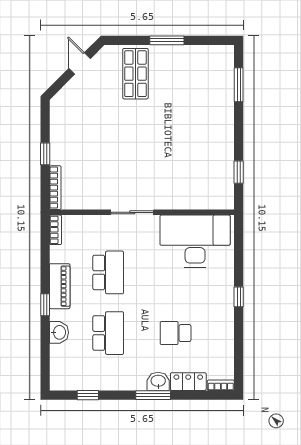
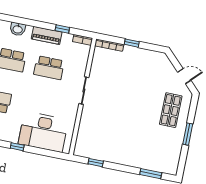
shop shelf: (135, 74) -> (171, 110), turned 90
desk: (195, 241) -> (43, 132), moved, turned 90
window: (45, 305) -> (62, 29), moved

